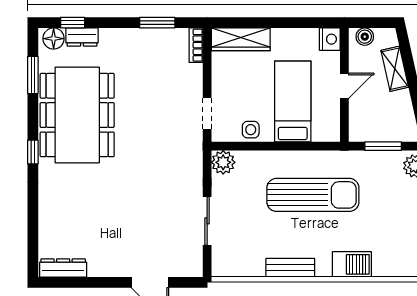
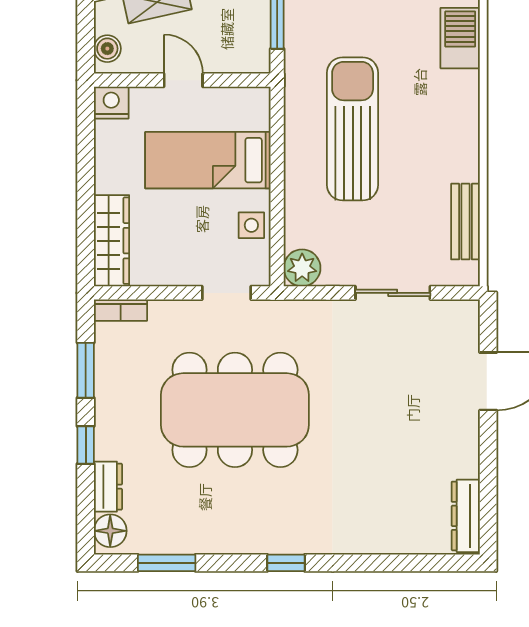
window: (73, 23) -> (86, 445), moved
dining table: (77, 115) -> (235, 410), moved
barbecue: (352, 264) -> (460, 38), moved
bench: (290, 268) -> (465, 222), moved

